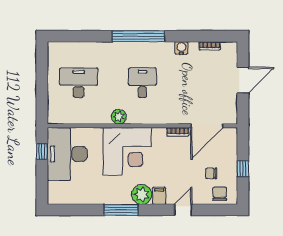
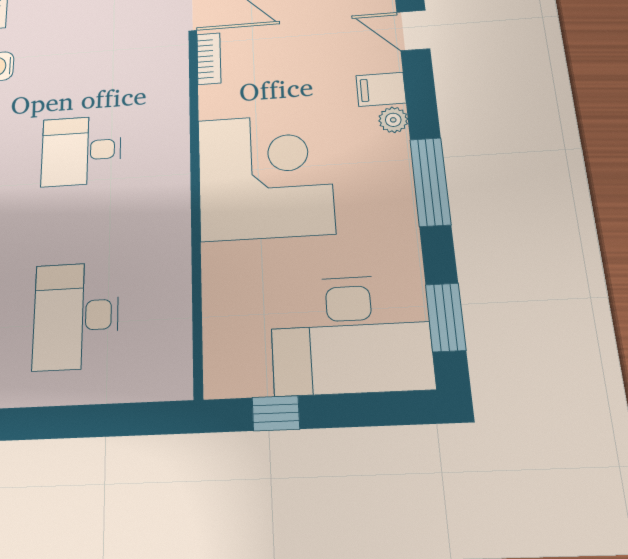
plant: (119, 117) -> (171, 203), removed
desk: (67, 154) -> (351, 334), moved
plant: (142, 194) -> (393, 120), width x0.53, depth x0.53
window: (71, 210) -> (446, 317), added

